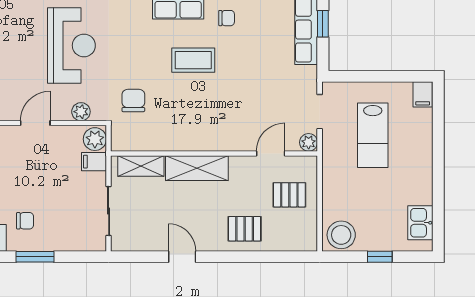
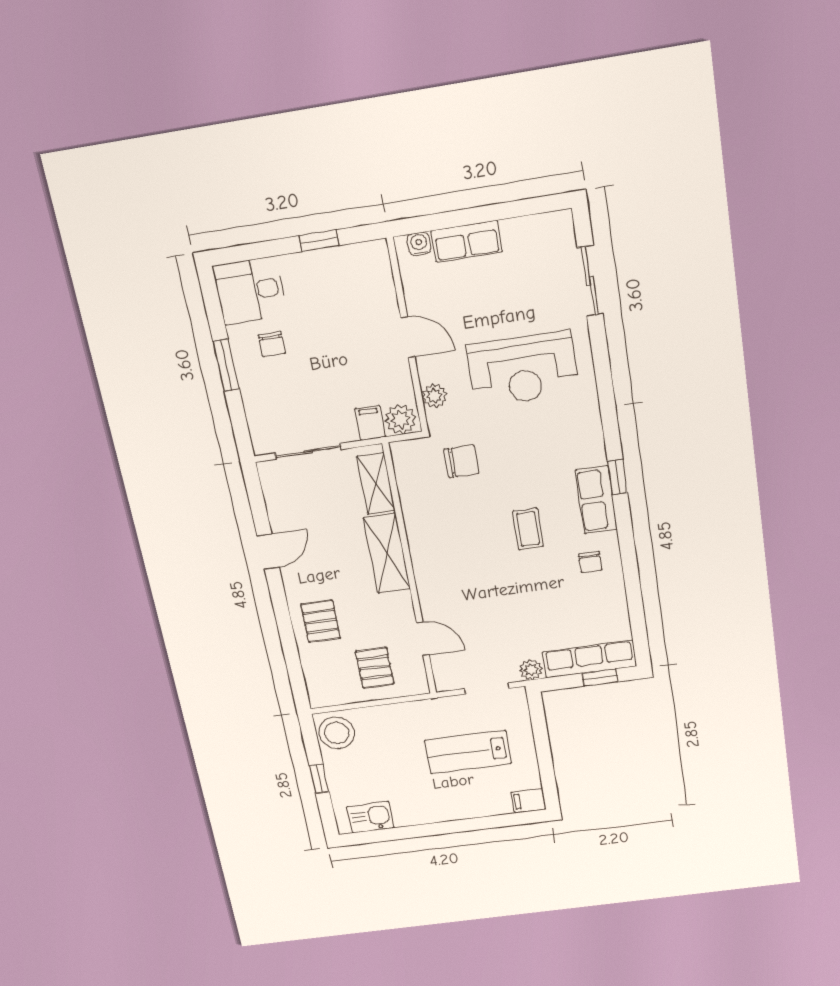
coffee table: (193, 60) -> (528, 529), width x0.73, depth x0.77
plant: (309, 142) -> (531, 670), moved

